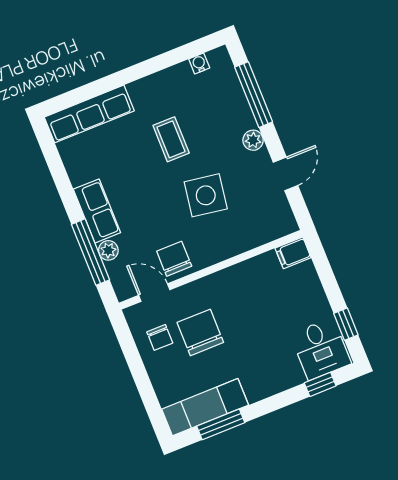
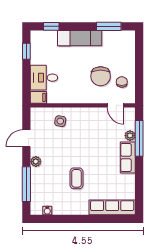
side table: (206, 195) -> (60, 121), moved, width x0.54, depth x0.54
chair: (174, 259) -> (99, 118), removed
desk: (321, 349) -> (44, 78), moved, turned -90
exam couch: (205, 407) -> (80, 38), moved

